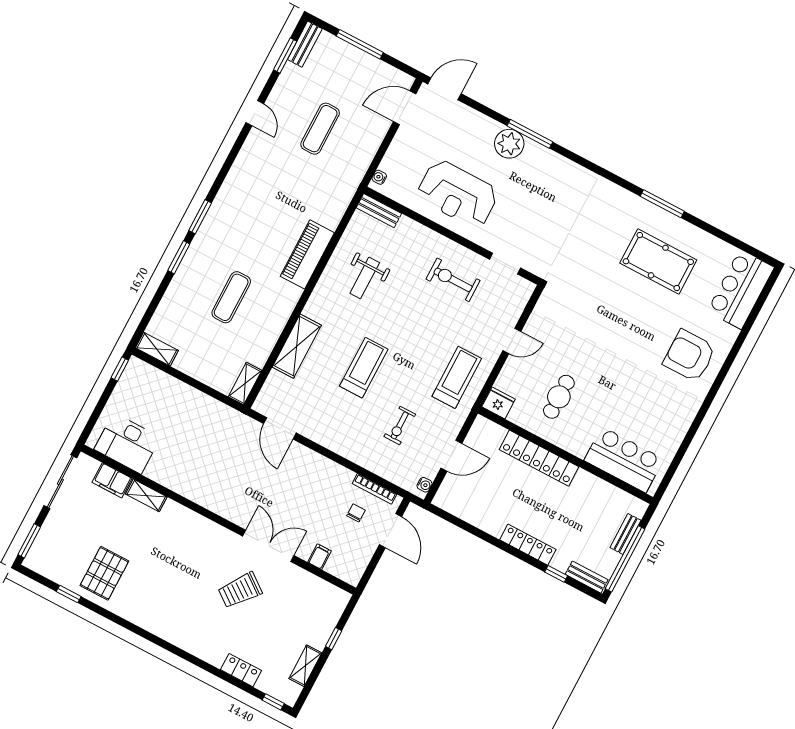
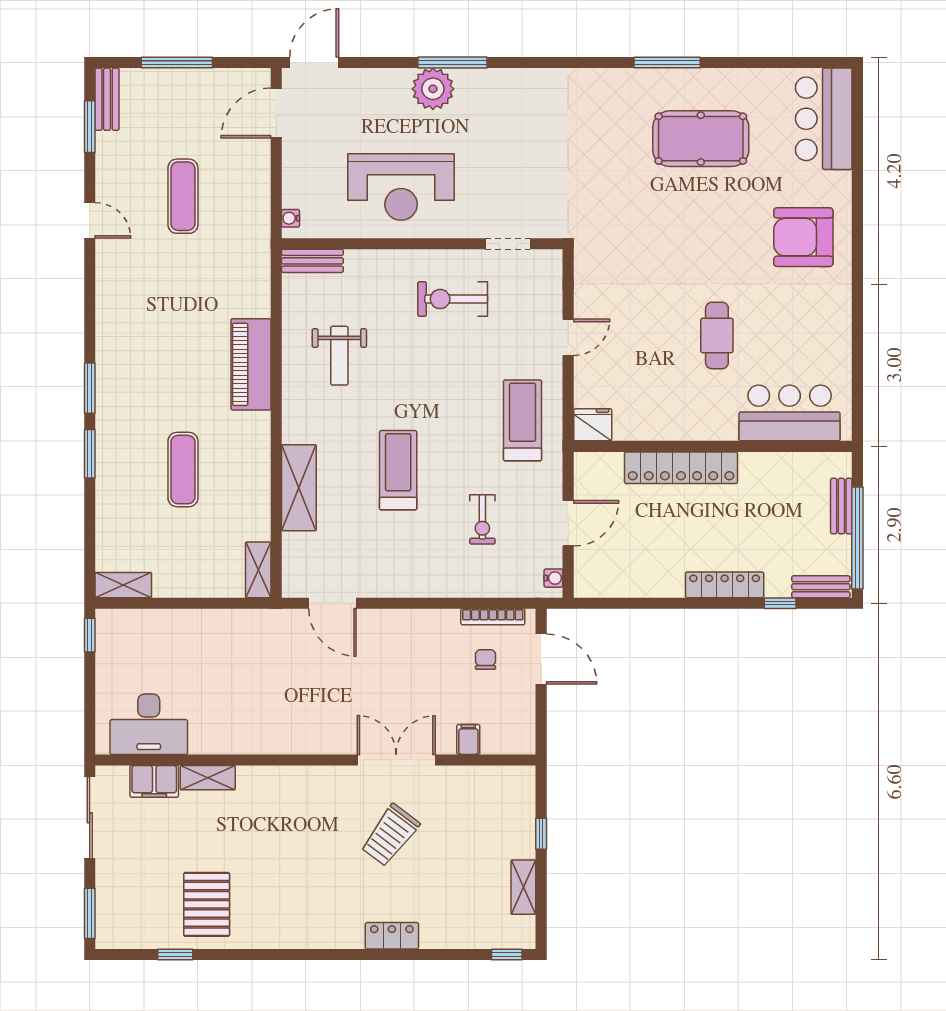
cafe table: (559, 397) -> (717, 335), moved
locker: (241, 670) -> (392, 936), moved

